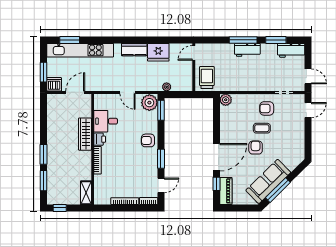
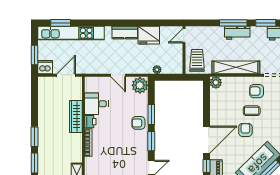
shelving: (246, 85) -> (236, 67), added
window: (161, 110) -> (151, 115), moved

